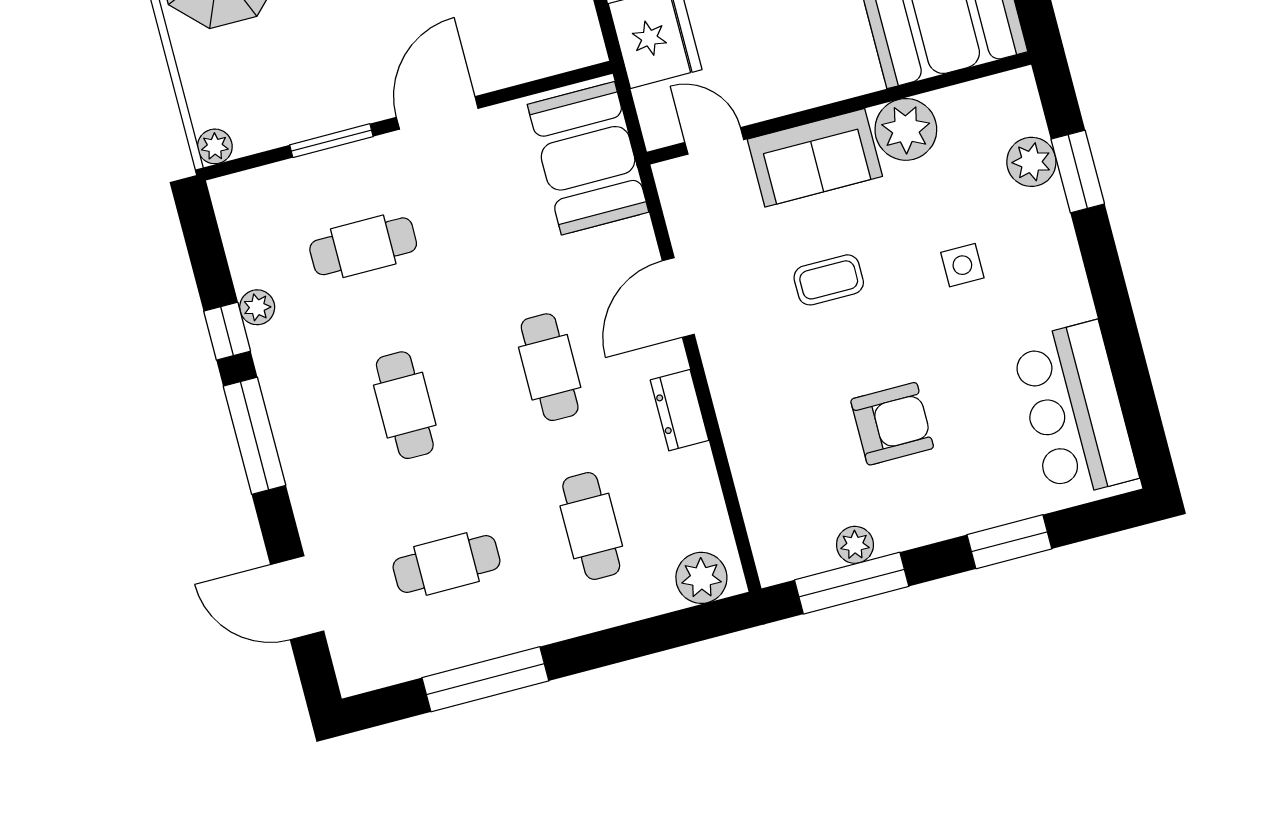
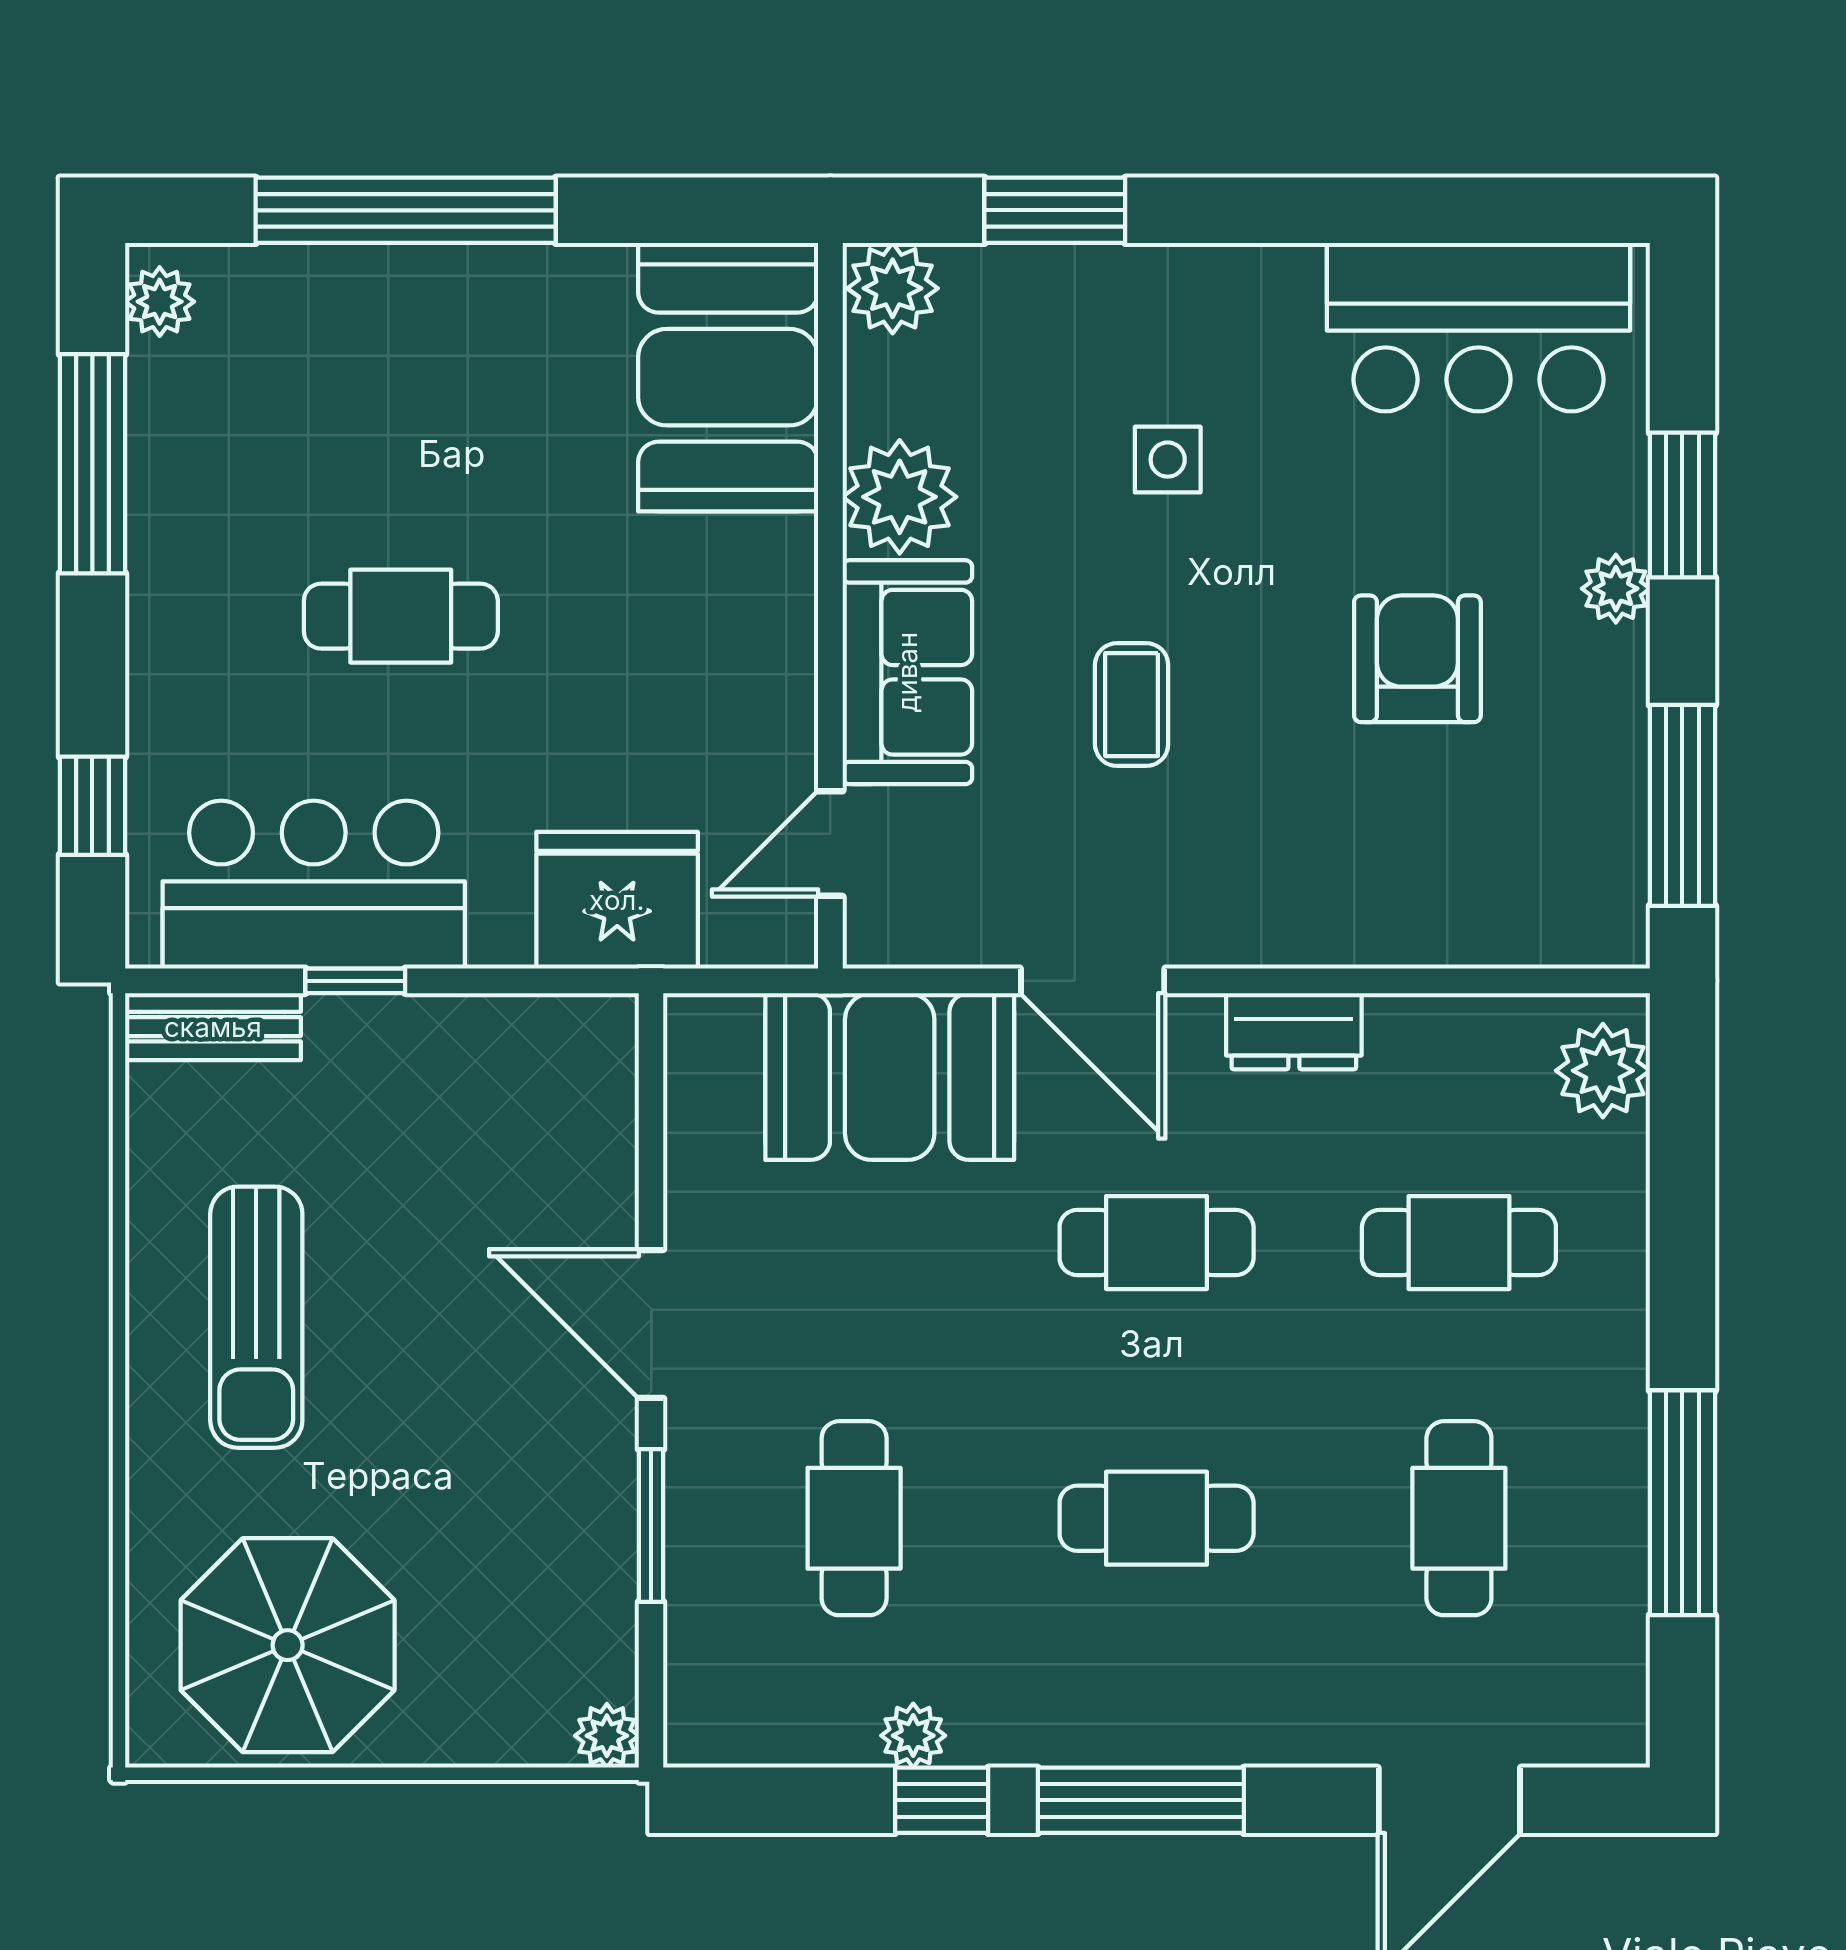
booth: (588, 158) -> (890, 1077), moved
plant: (1031, 162) -> (893, 288), moved
plant: (855, 545) -> (1616, 589), moved

